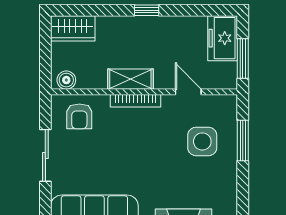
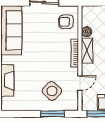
boiler: (66, 80) -> (86, 32), moved
side table: (202, 141) -> (52, 91), turned 45

